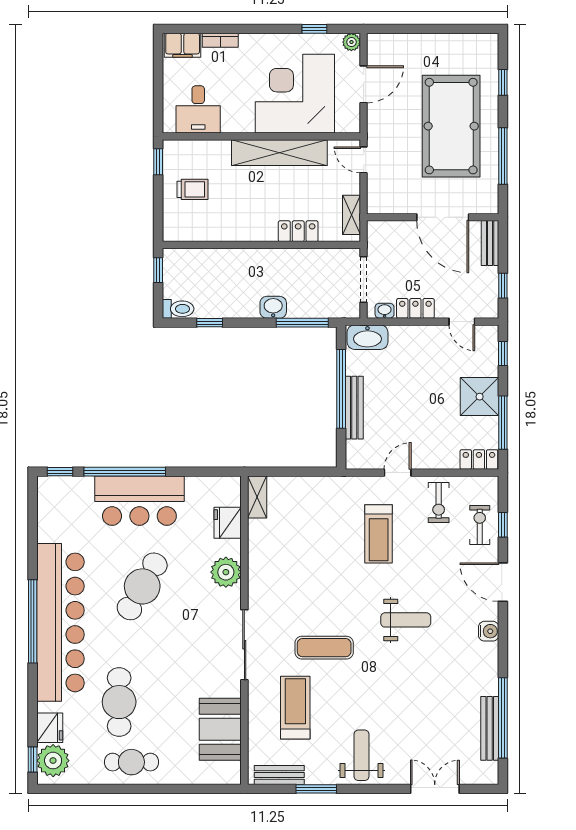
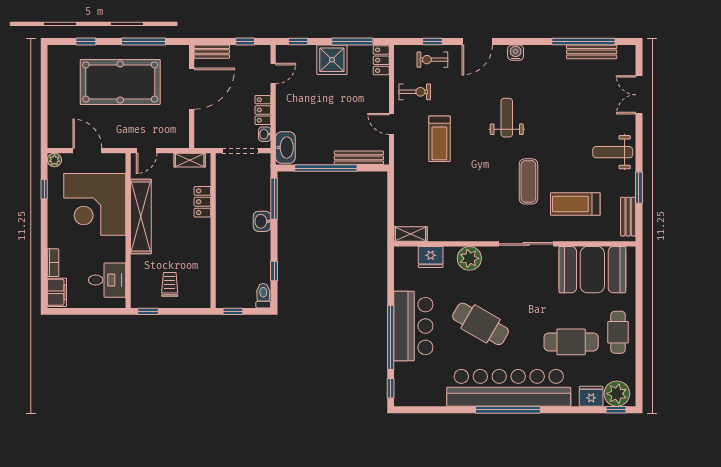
bench: (354, 408) -> (359, 158), moved
treadmill: (379, 534) -> (439, 139), turned 90
booth: (220, 729) -> (592, 270), width x1.36, depth x1.42

